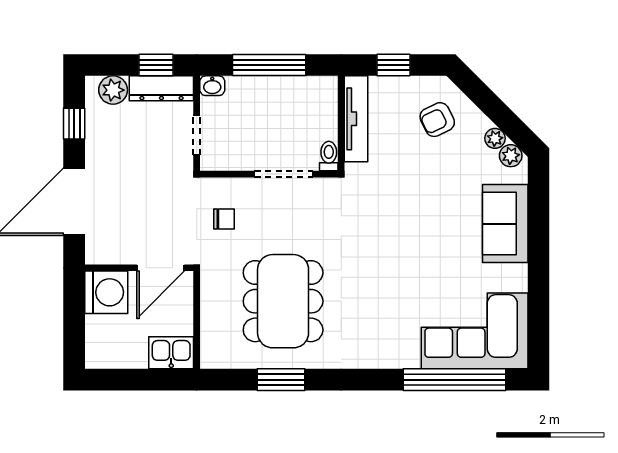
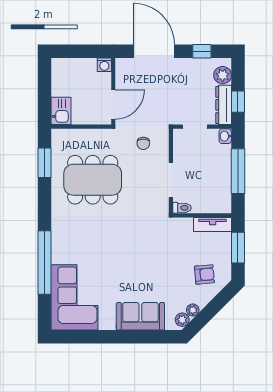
window: (393, 65) -> (238, 248), width x1.50
tv unit: (356, 119) -> (213, 225), width x0.71
armchair: (437, 120) -> (204, 274), turned 111
door: (161, 268) -> (113, 104), swing flipped
washing machine: (106, 292) -> (104, 65), width x0.53, depth x0.53
window: (281, 380) -> (44, 163), moved
window: (455, 380) -> (44, 263), moved

